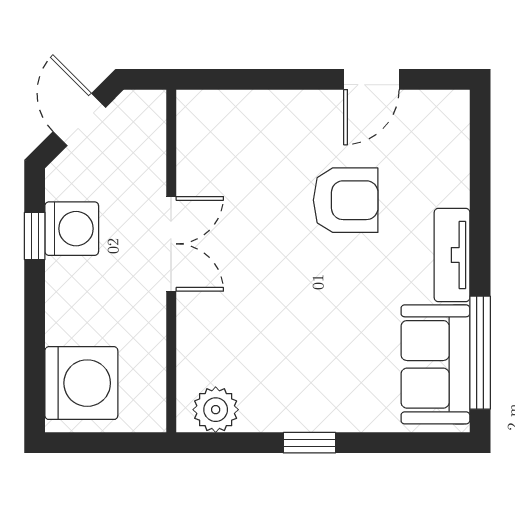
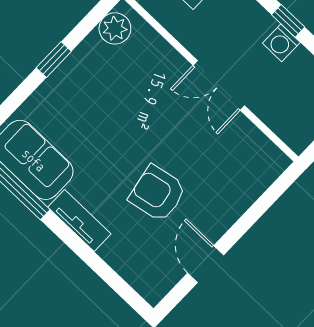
armchair: (346, 200) -> (158, 193), turned 79
washing machine: (72, 229) -> (281, 43), width x0.73, depth x0.73

